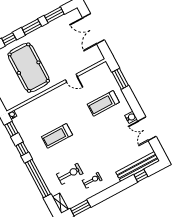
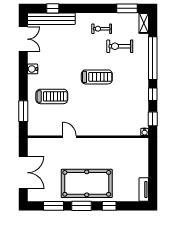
pool table: (29, 68) -> (87, 183), moved, turned 90
double door: (147, 129) -> (23, 39), moved
treadmill: (57, 136) -> (97, 77), moved

